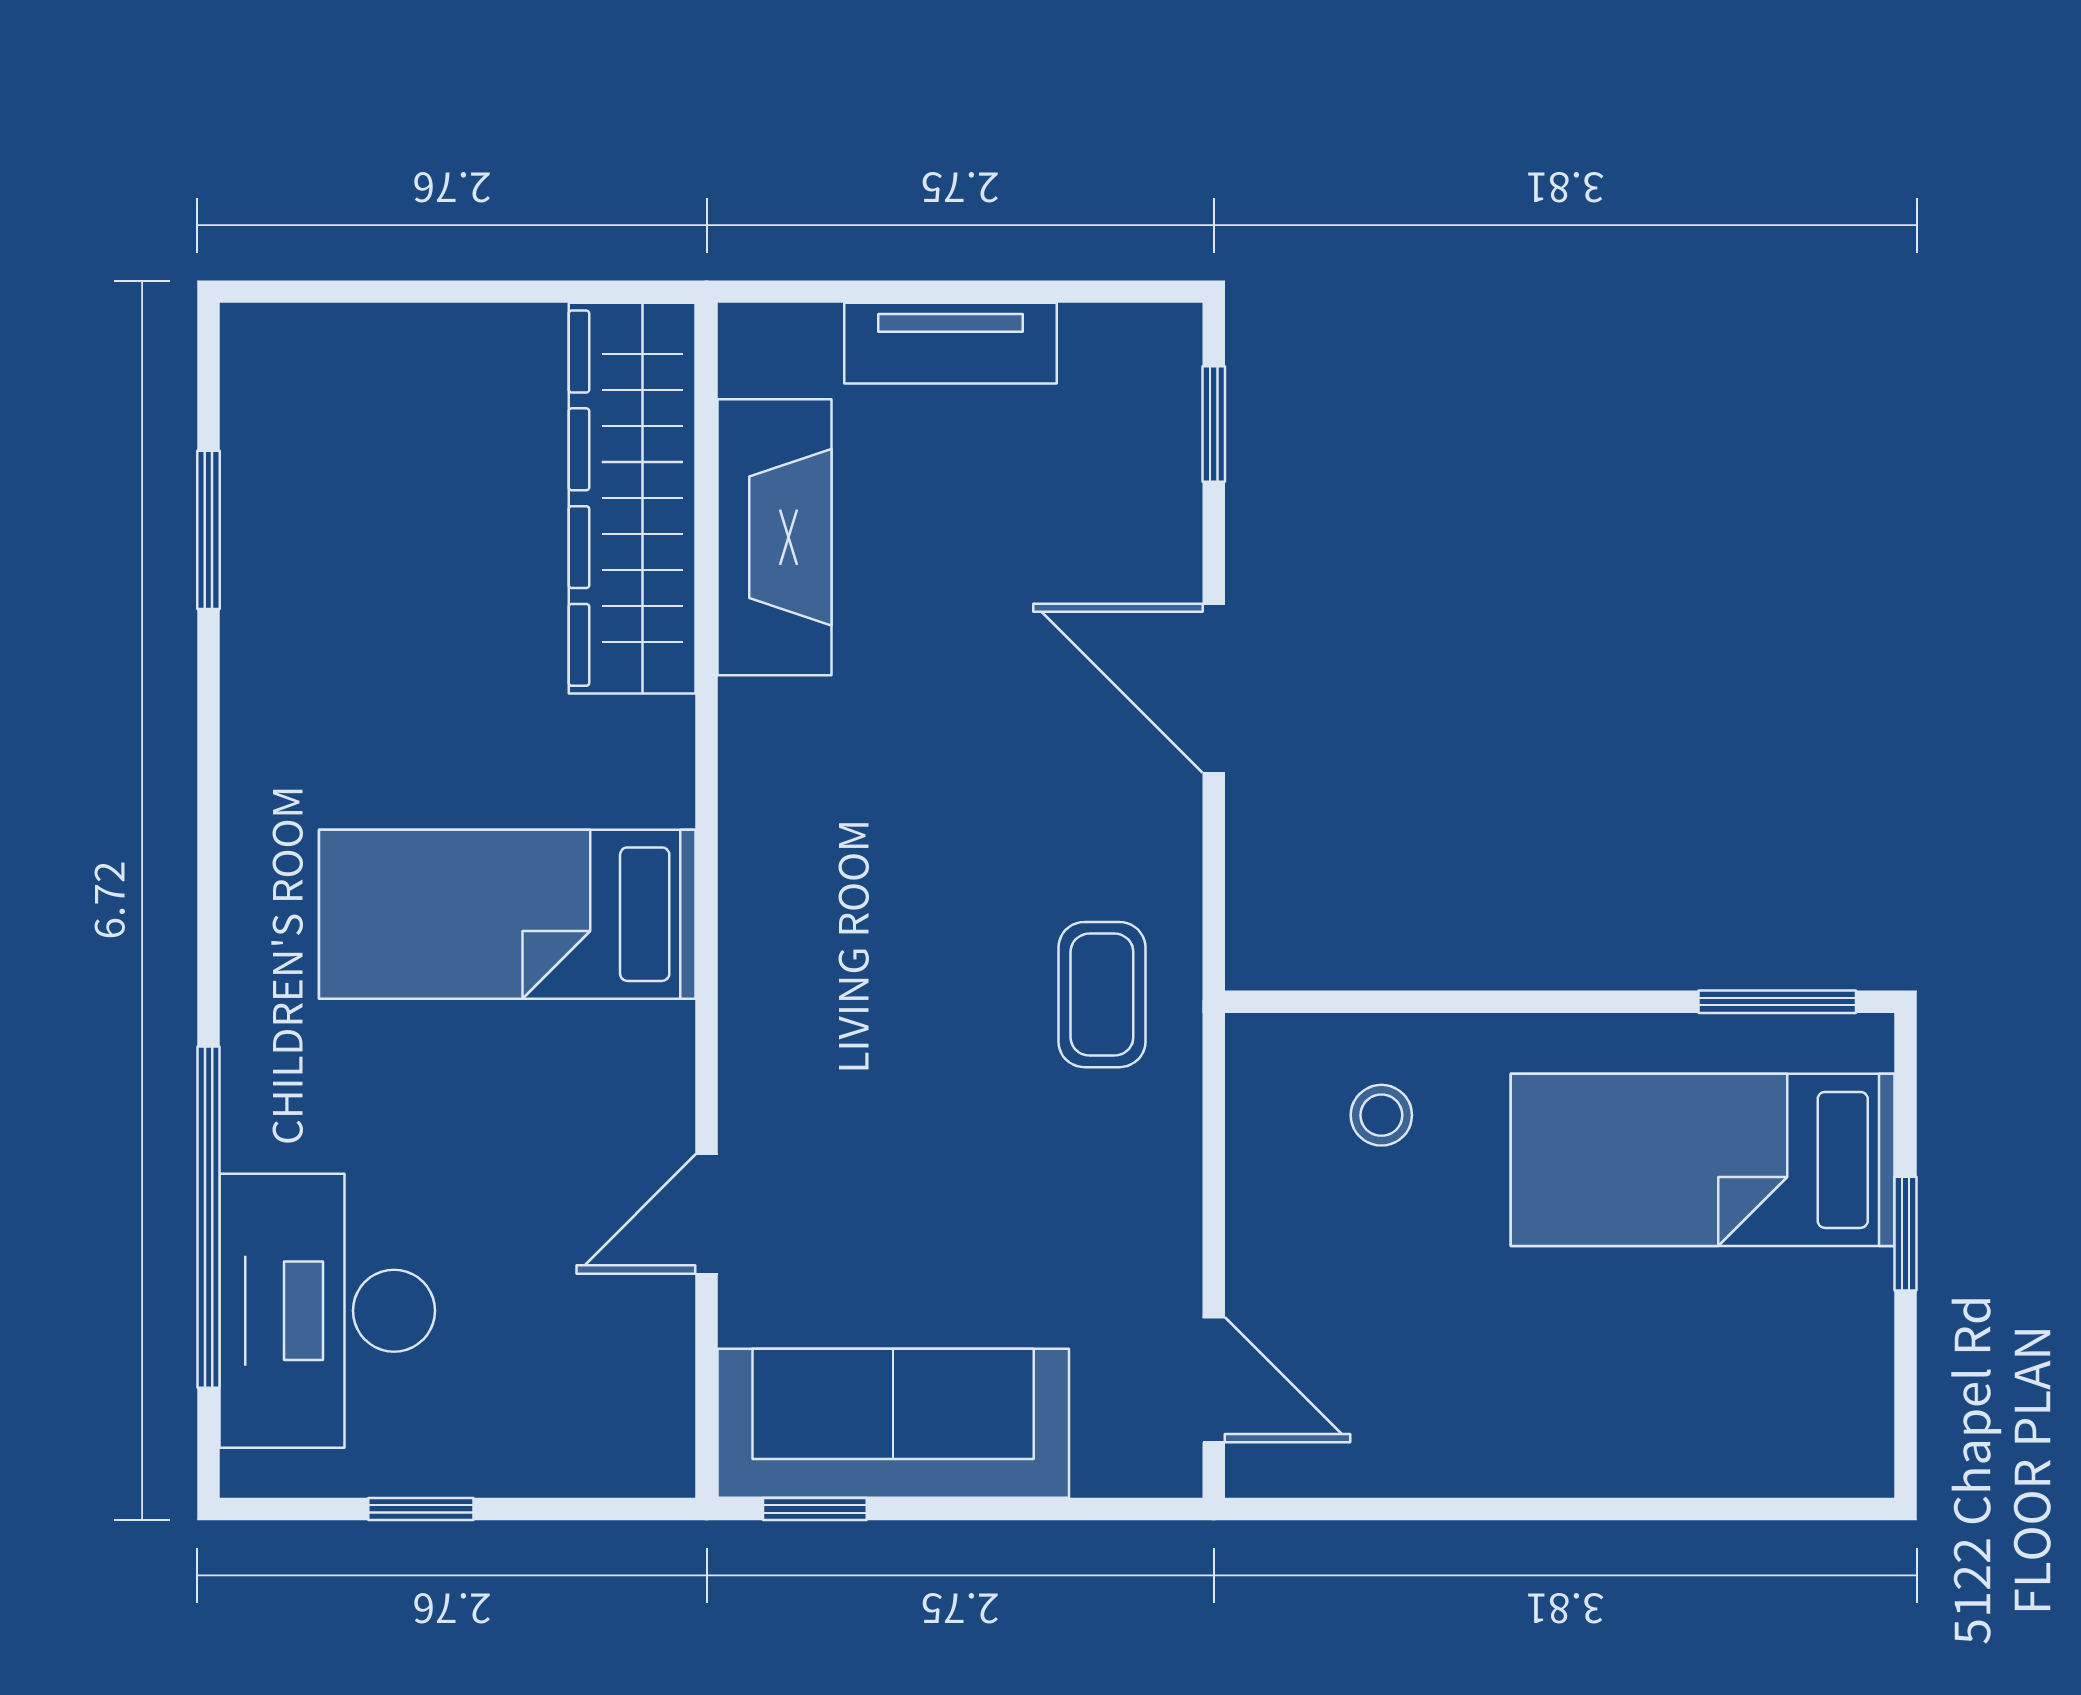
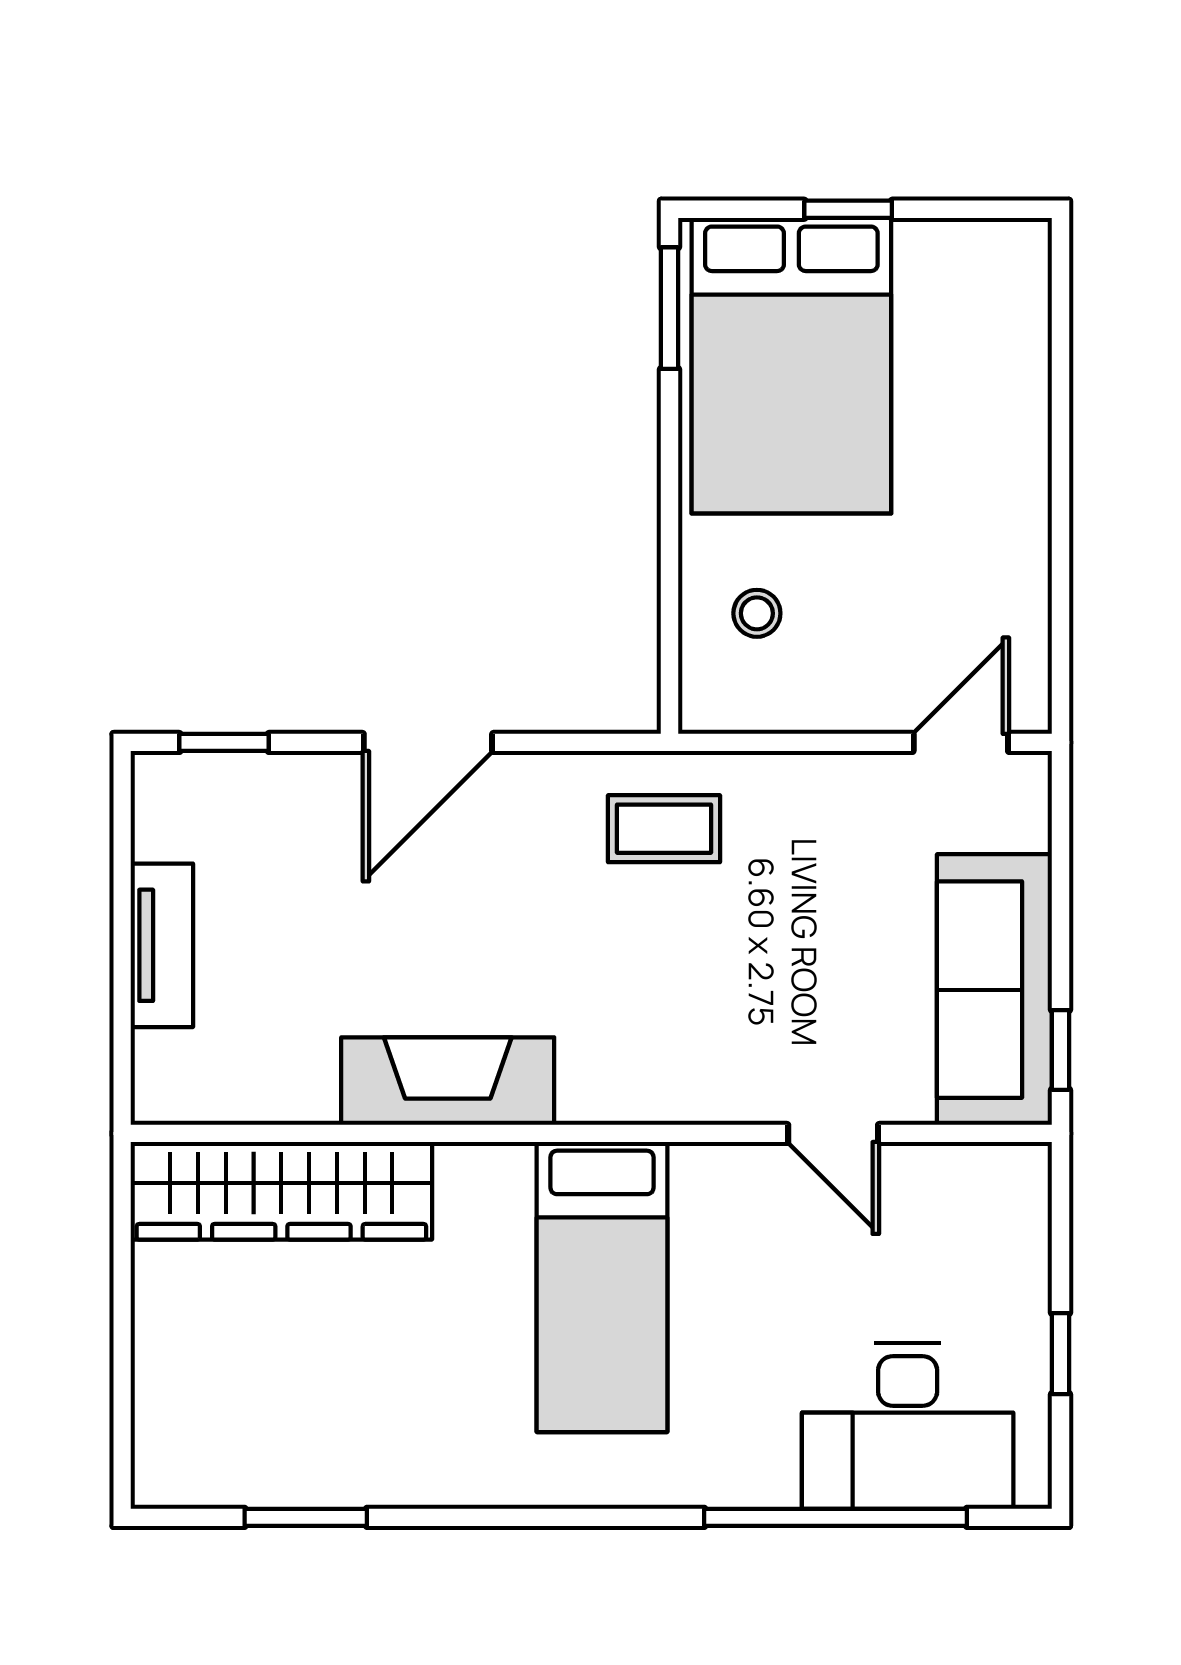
fireplace: (774, 537) -> (448, 1081), moved
bed: (1703, 1160) -> (791, 366), width x1.50

